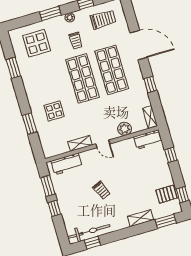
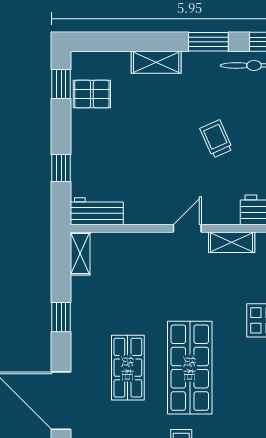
shop shelf: (112, 70) -> (128, 368), width x0.70, depth x0.74
plant: (125, 129) -> (136, 245), removed
door: (103, 144) -> (187, 228), hinge flipped
window: (166, 221) -> (208, 42), moved

